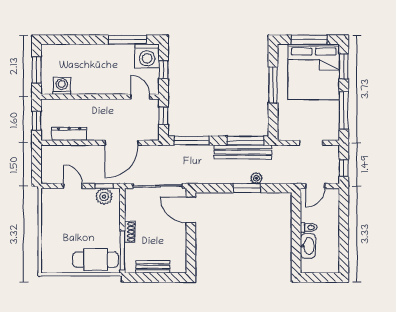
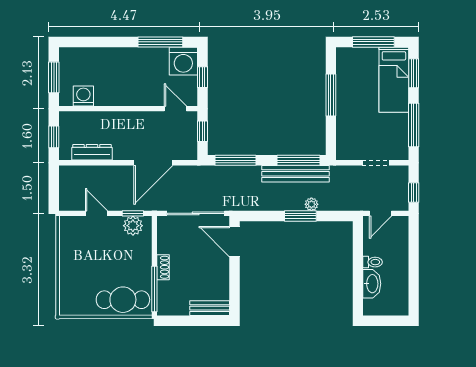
bed: (314, 72) -> (394, 80), width x0.49
bench: (153, 267) -> (210, 308), moved

